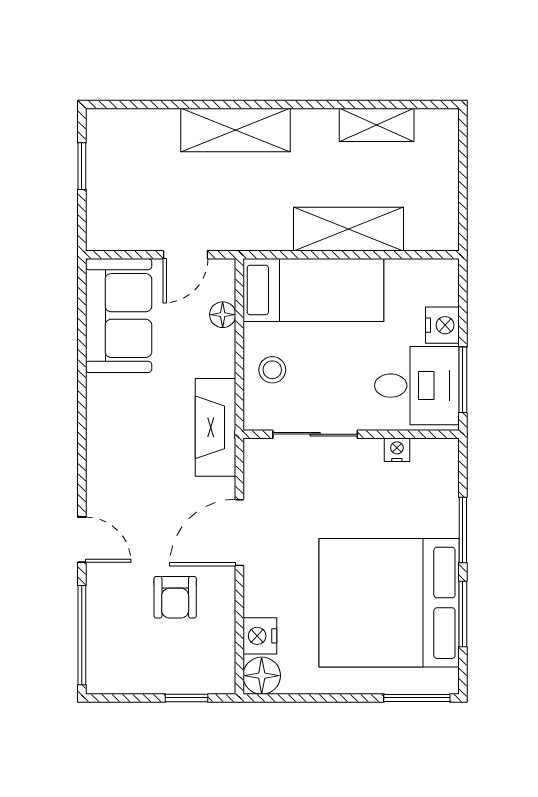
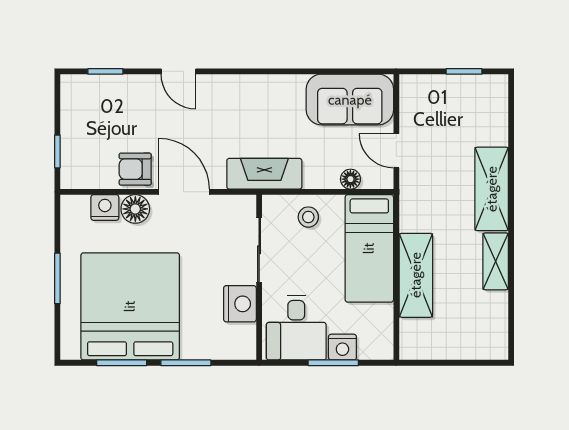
shelving: (377, 125) -> (496, 261), moved
window: (463, 380) -> (333, 363), moved
nightstand: (397, 450) -> (240, 304), width x1.89, depth x1.79
door: (82, 540) -> (178, 71), hinge flipped
armchair: (175, 597) -> (135, 169), moved
window: (82, 635) -> (105, 71), width x0.46
floor lamp: (262, 676) -> (135, 209), moved
window: (417, 698) -> (57, 278), moved

